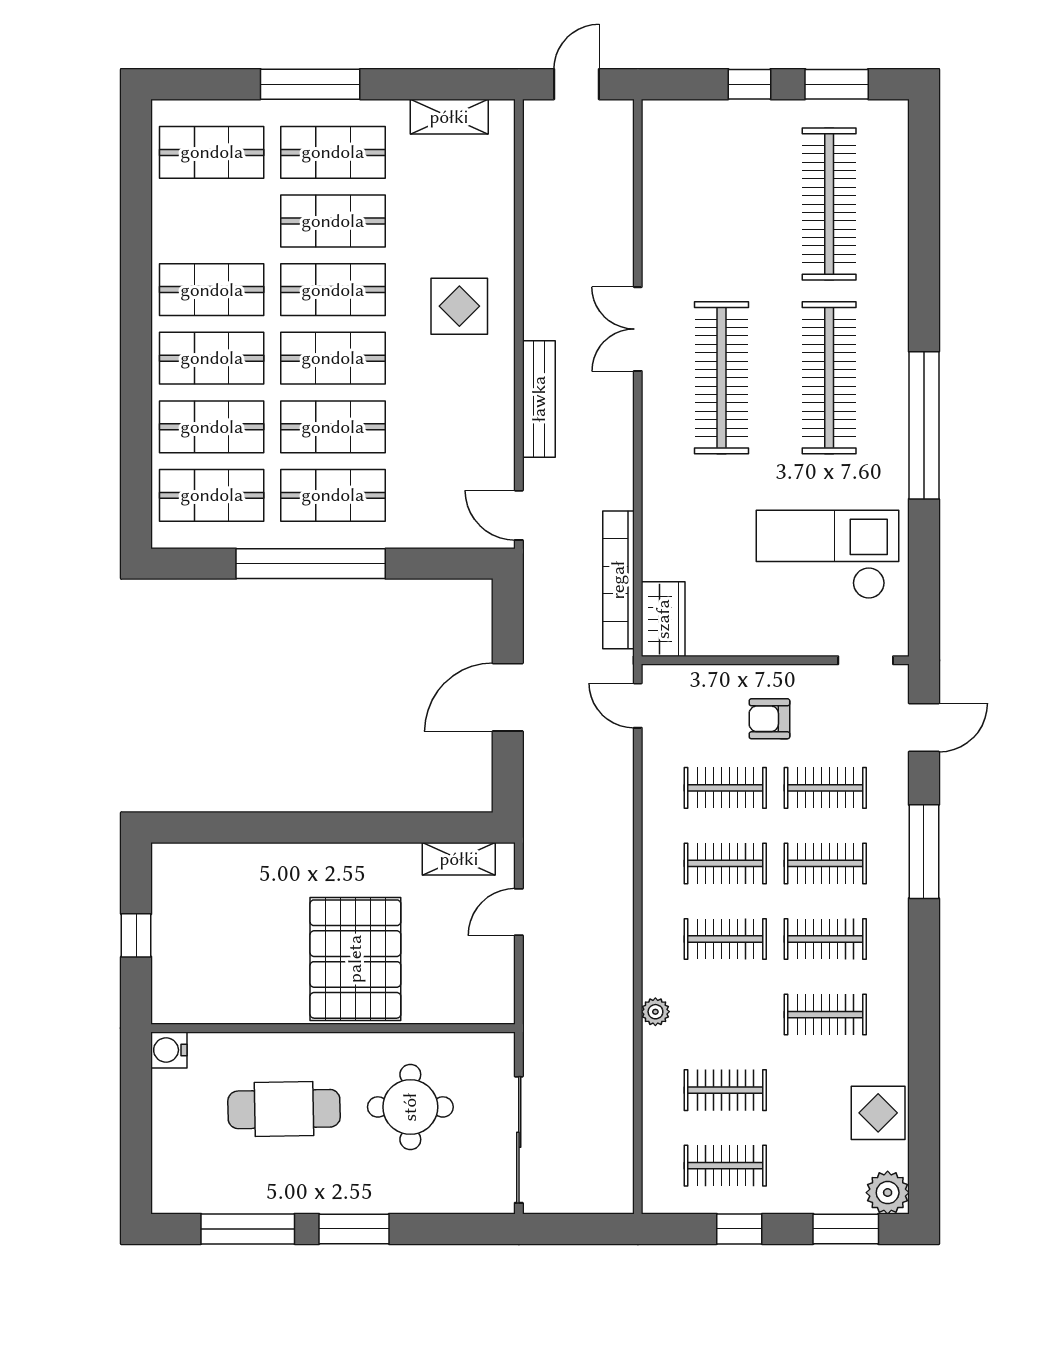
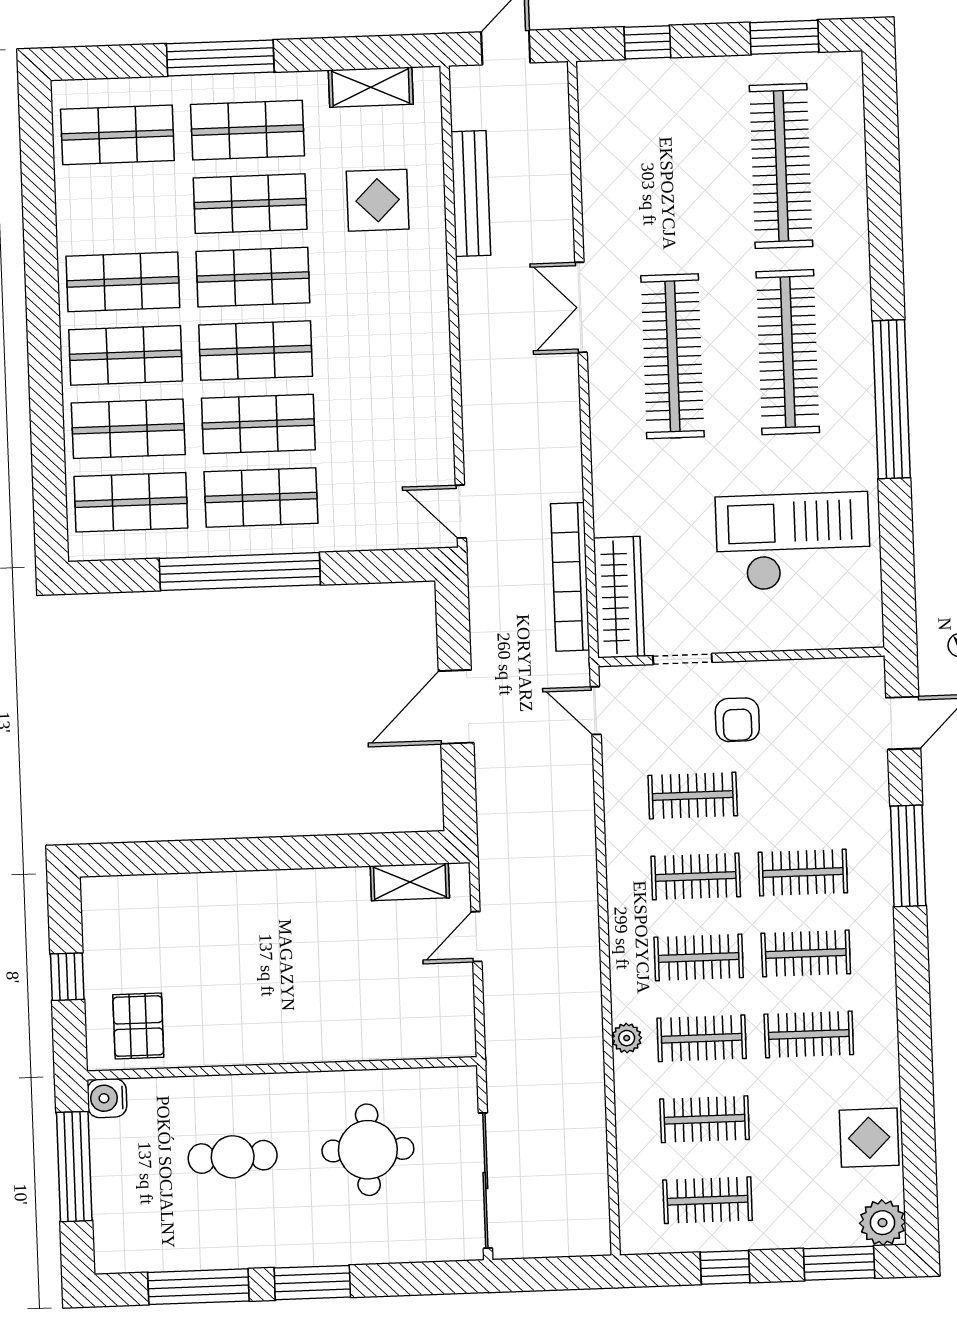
window: (749, 84) -> (647, 42), moved
display table: (459, 306) -> (378, 200), moved
bench: (539, 399) -> (471, 193), moved
wardrobe: (663, 619) -> (619, 597), width x1.50
doorway: (866, 660) -> (683, 659), moved
armchair: (769, 719) -> (737, 720), turned -90
clothes rail: (825, 788) -> (702, 1038), moved
pallet: (355, 959) -> (138, 1026), moved, width x0.49, depth x0.50
cafe table: (284, 1109) -> (233, 1157), width x0.73, depth x0.74
window: (136, 1113) -> (74, 1167), added

